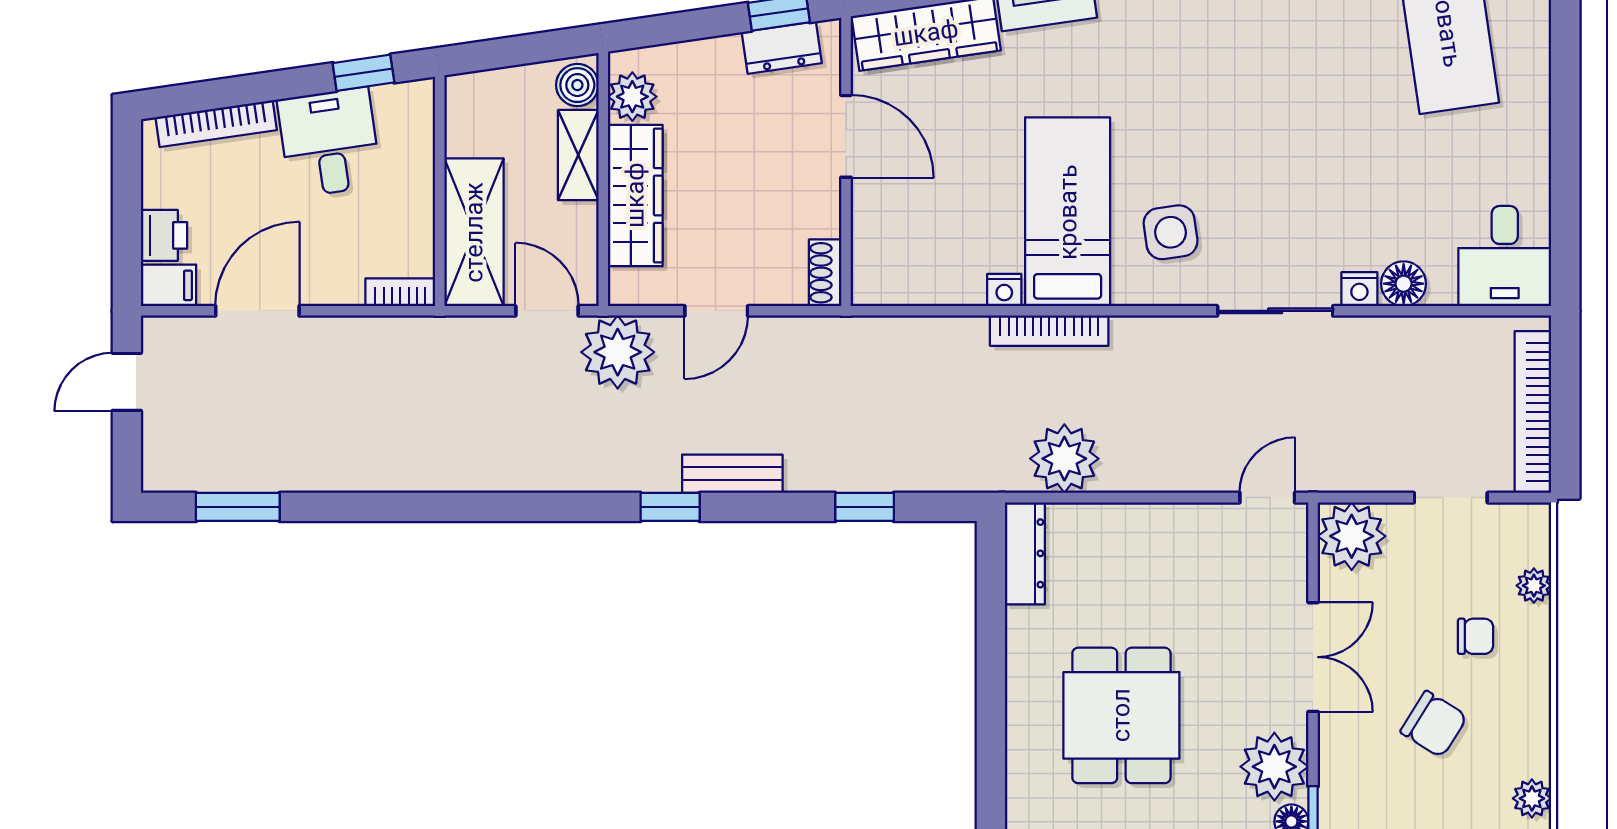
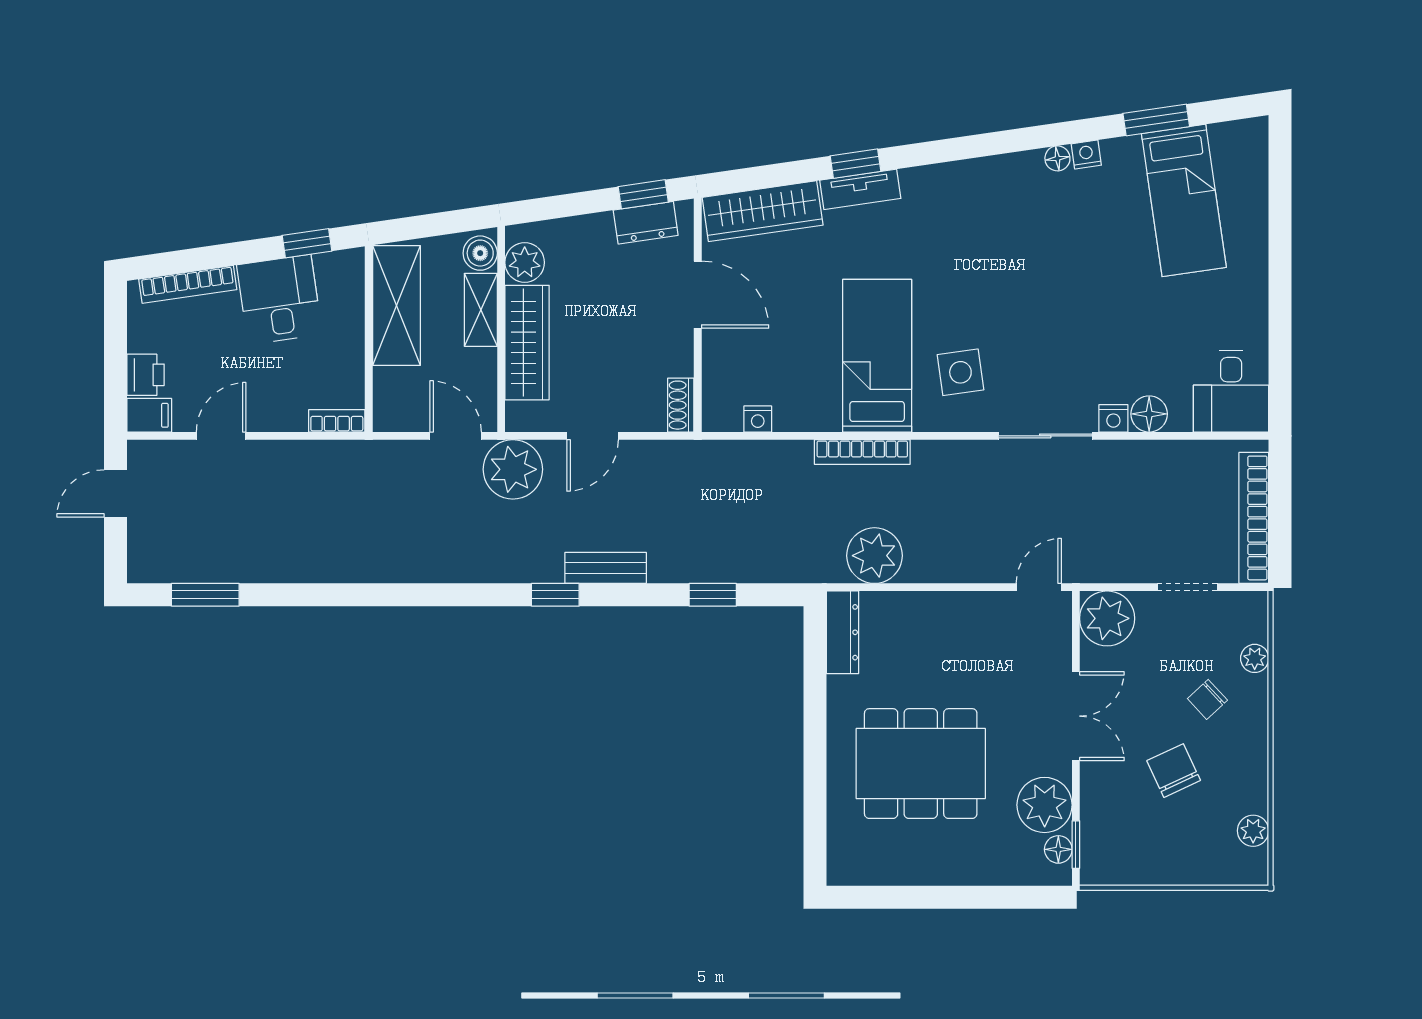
shelving: (474, 232) -> (396, 305), moved
nightstand: (1004, 290) -> (758, 419), moved
door: (257, 311) -> (221, 436), width x0.73
chair: (1476, 636) -> (1207, 699), turned 137
dining table: (1121, 715) -> (921, 764), width x1.38
chair: (1434, 724) -> (1174, 771), turned -147

